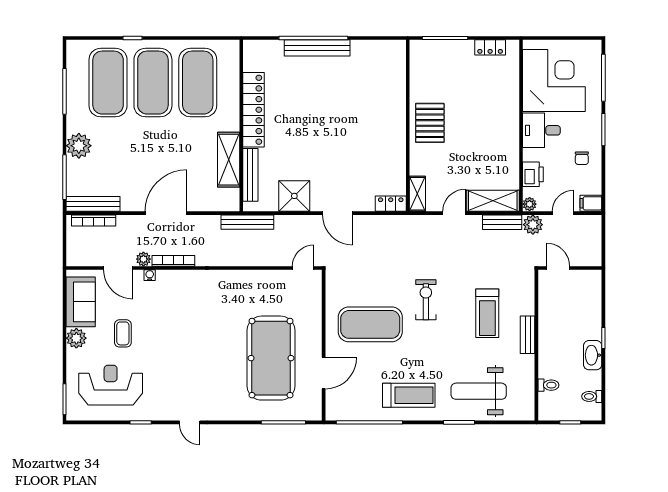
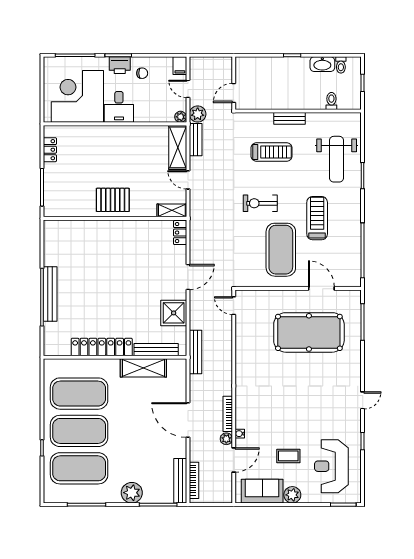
printer: (533, 174) -> (120, 65), moved, turned 180
washbasin: (593, 355) -> (322, 64), moved
treadmill: (409, 395) -> (317, 218), moved

